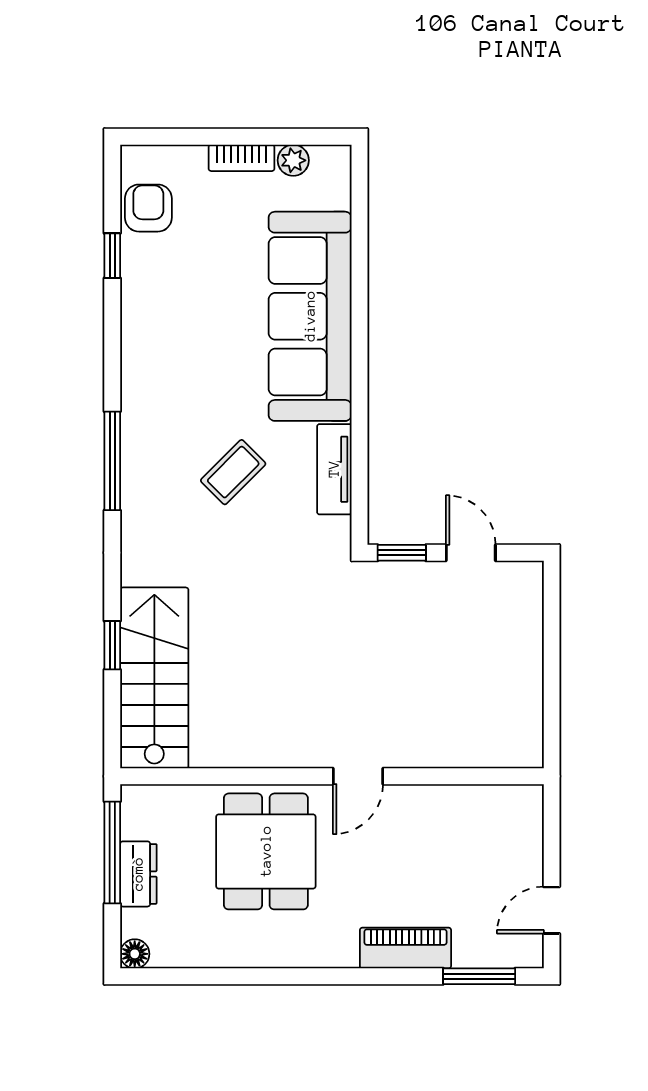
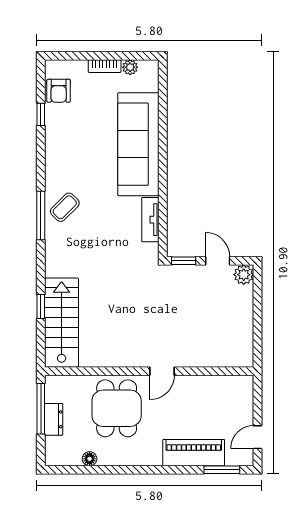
armchair: (148, 208) -> (59, 91), turned 180
coffee table: (233, 472) -> (65, 207), moved
plant: (524, 581) -> (244, 275), added
piano: (405, 948) -> (194, 453), width x1.37, depth x1.33
floor lamp: (135, 954) -> (90, 459), moved

